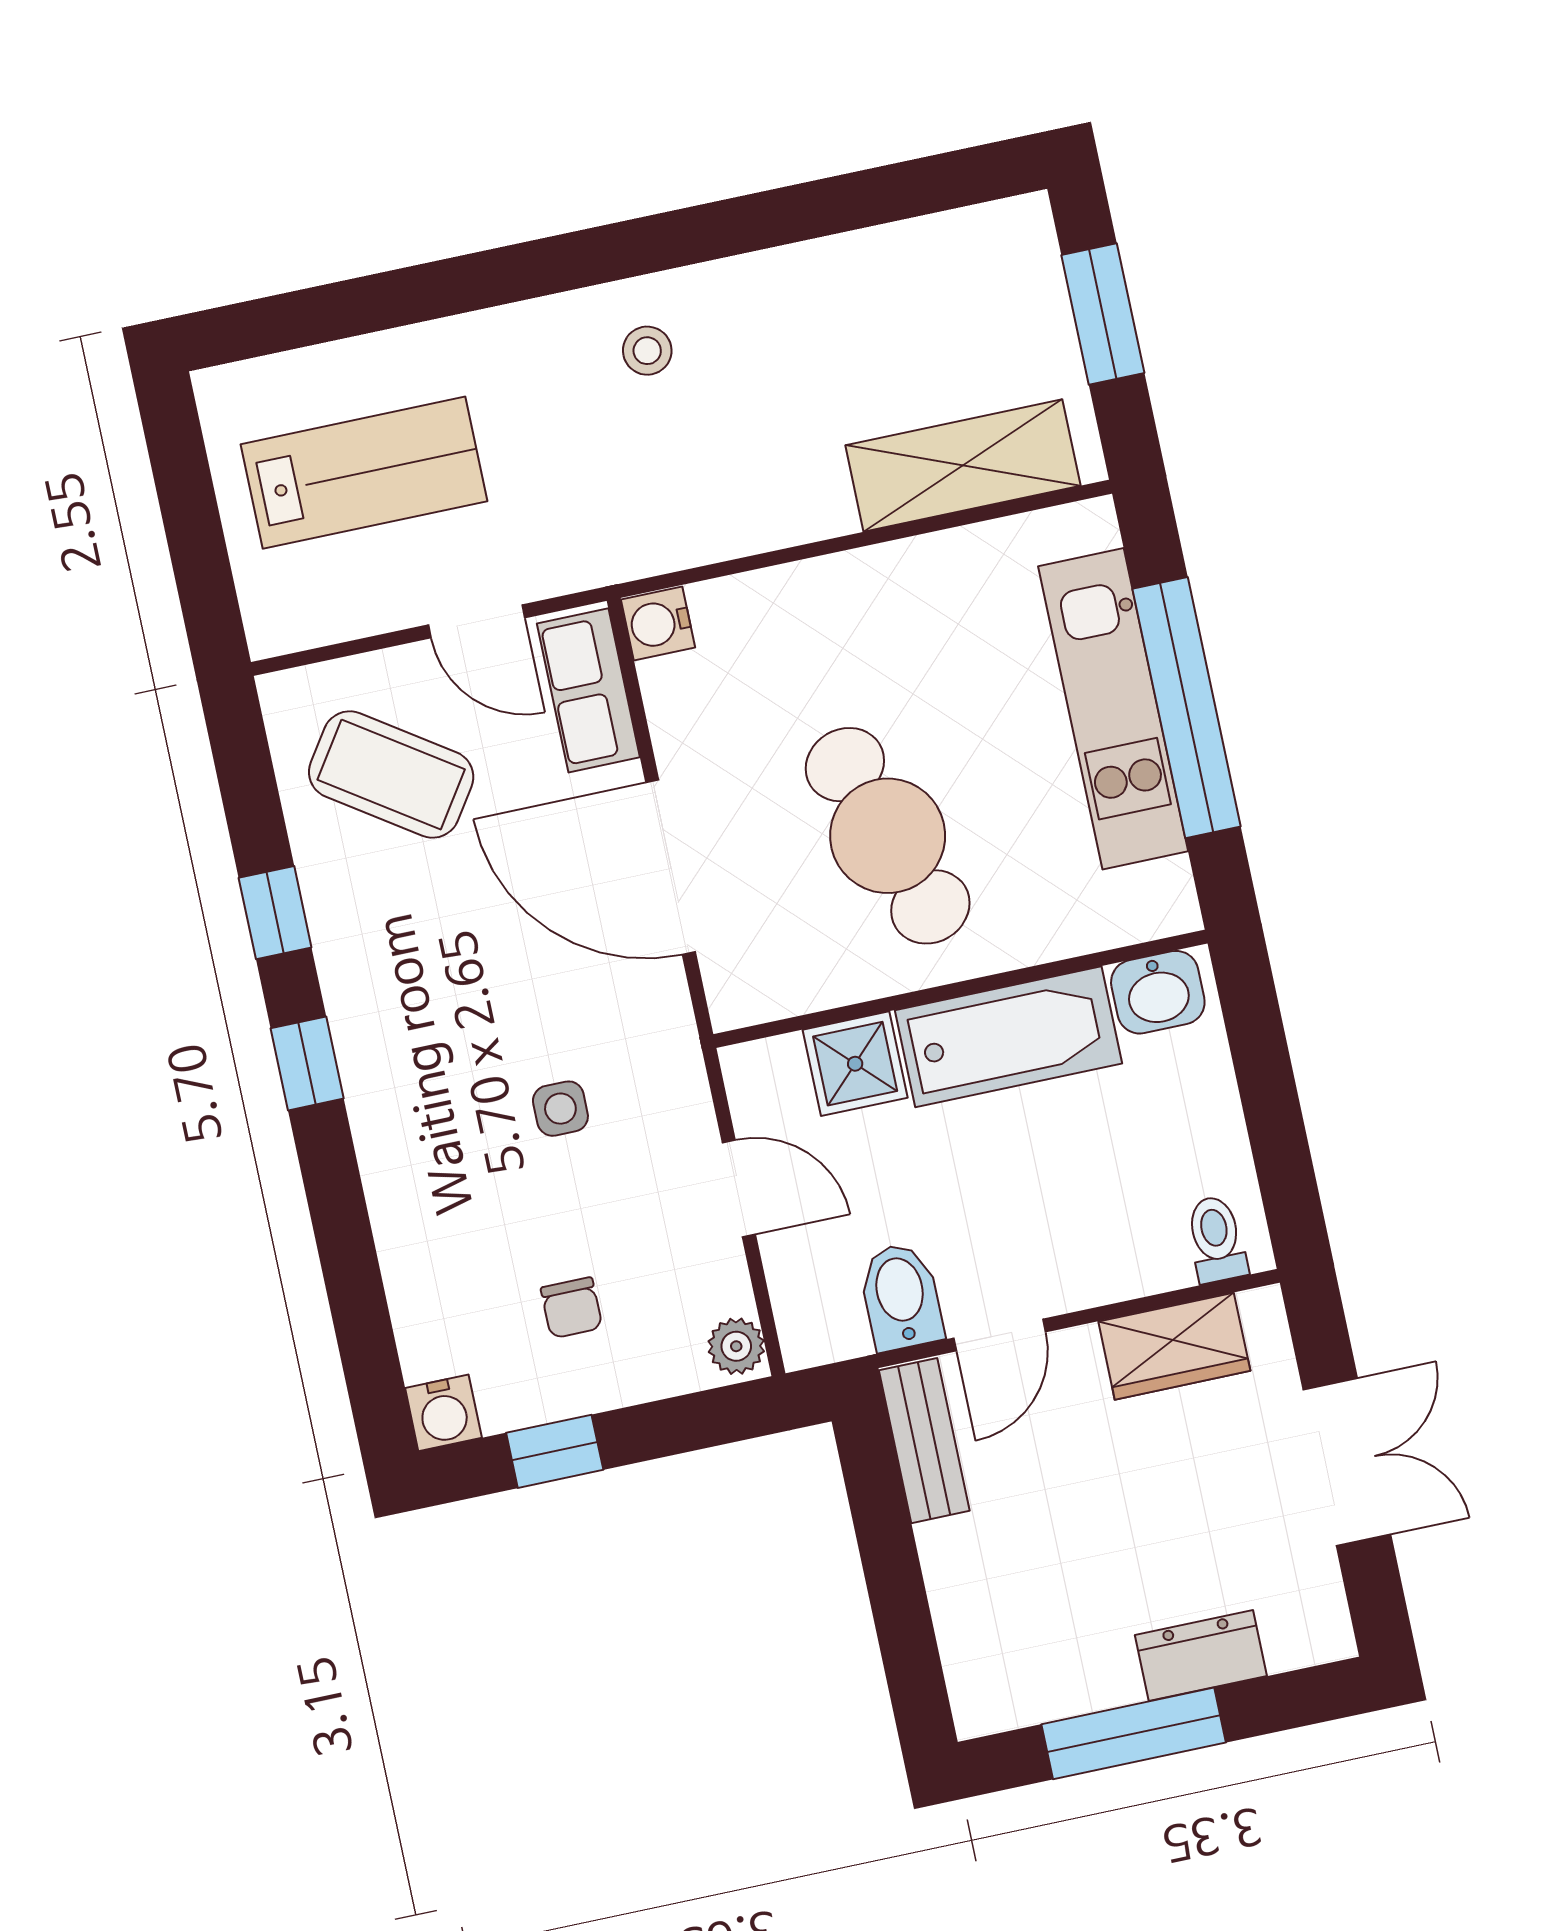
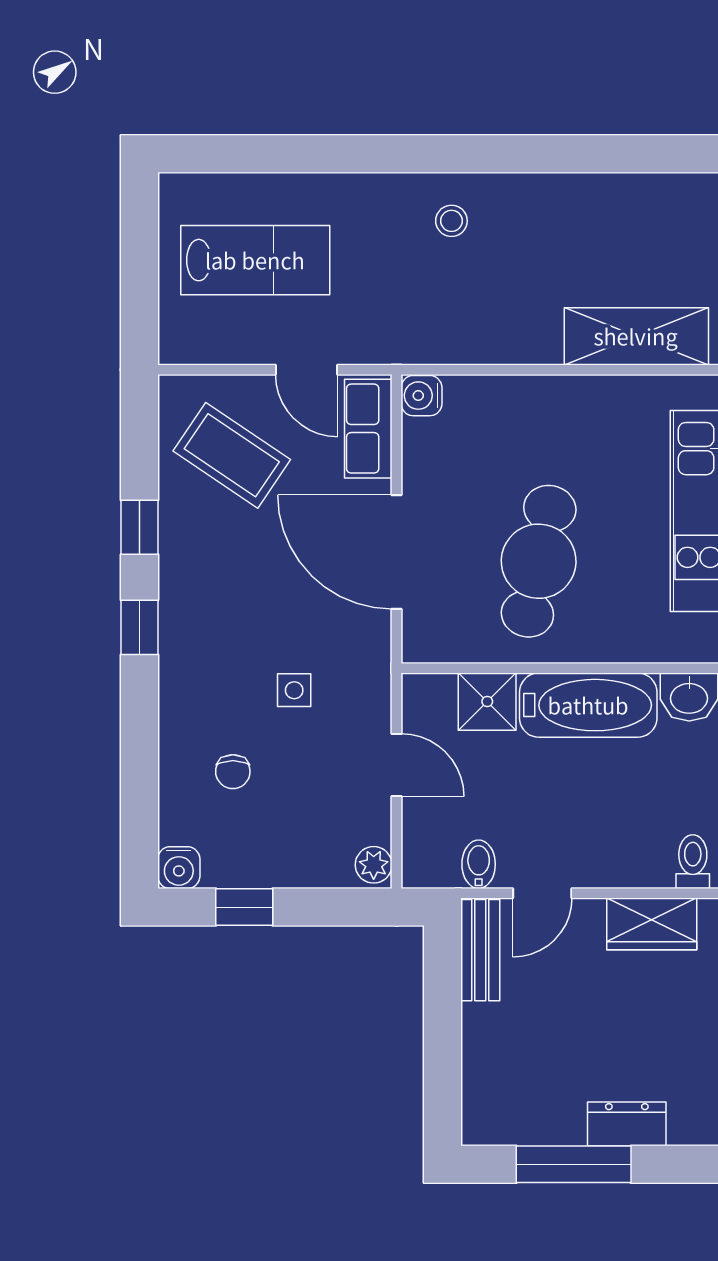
cafe table: (888, 836) -> (539, 561), turned 31
bidet: (901, 1296) -> (479, 864), width x0.72, depth x0.74
chair: (572, 1308) -> (233, 772), moved

